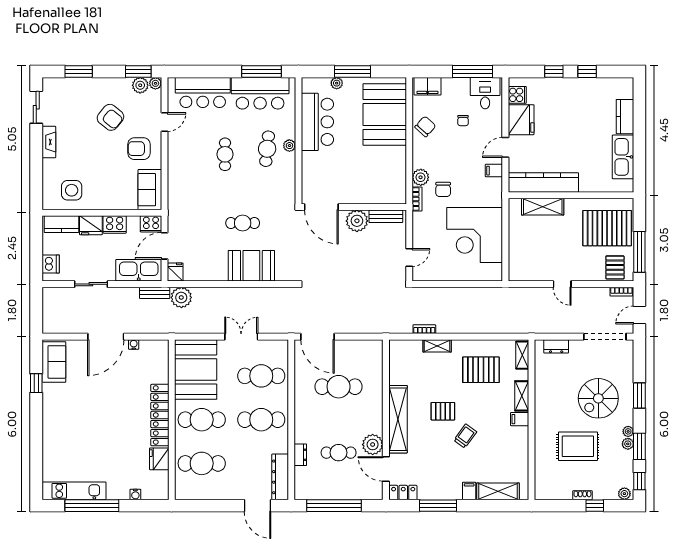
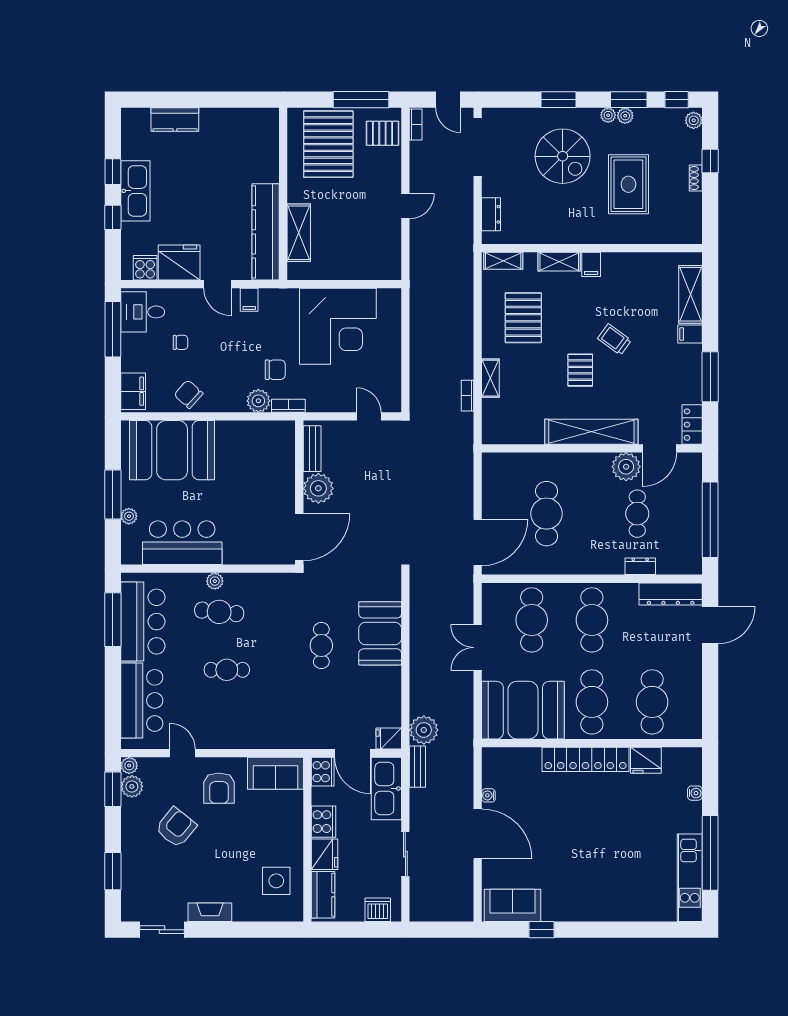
kitchen sink: (623, 157) -> (135, 191), moved, turned -90

